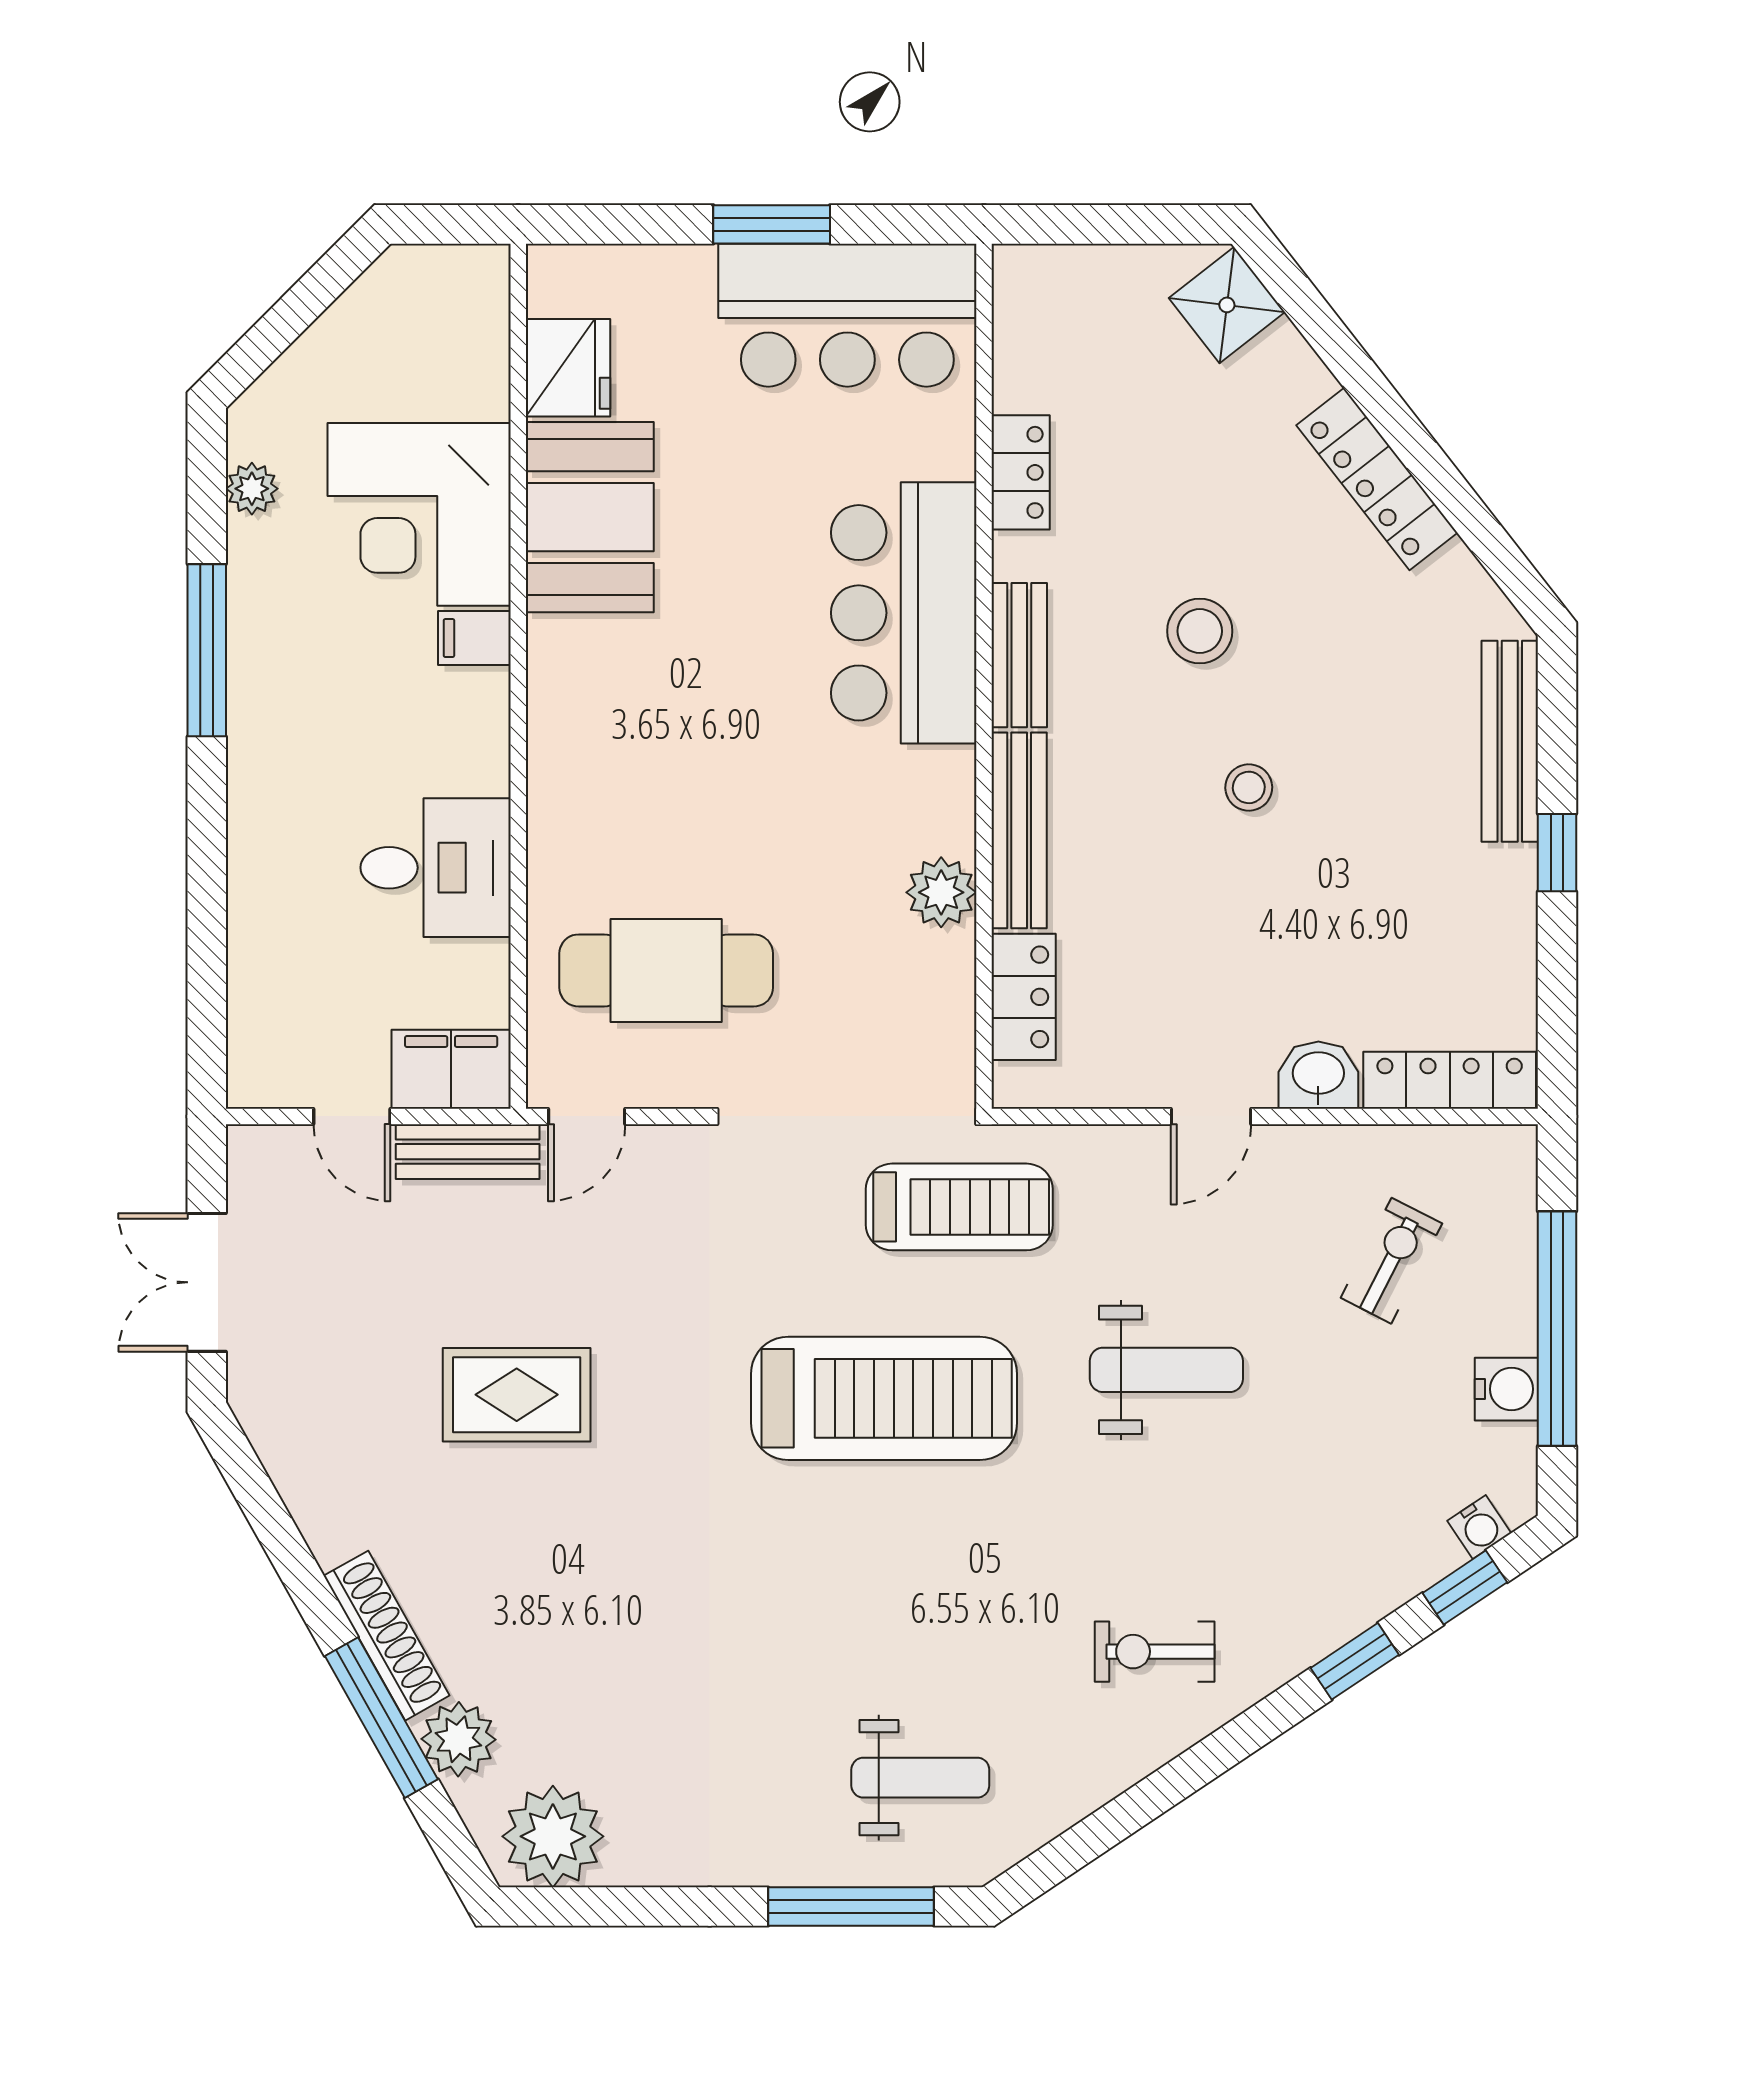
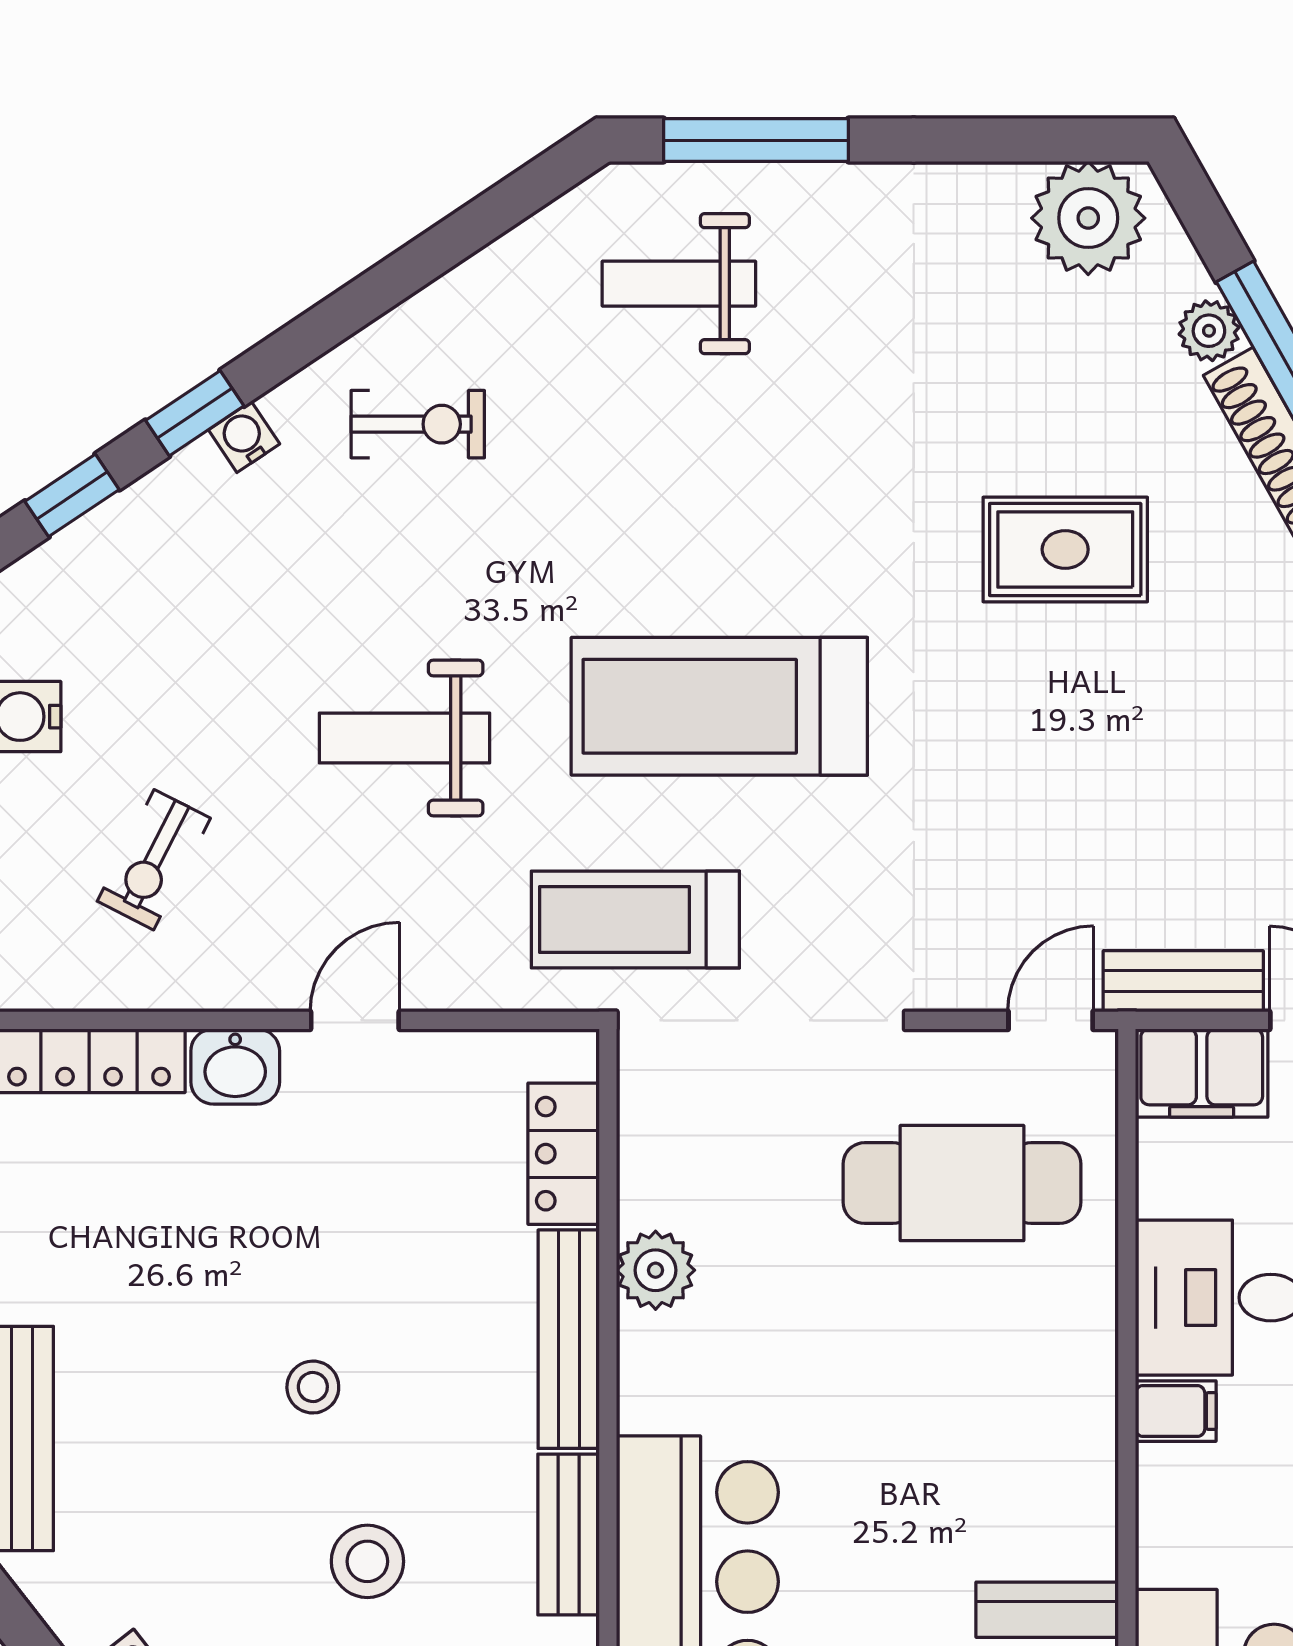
filing cabinet: (474, 638) -> (1176, 1411), moved
rug: (517, 1395) -> (1065, 549), moved
water cooler: (1479, 1527) -> (244, 437), moved
plant: (458, 1739) -> (1209, 331), width x0.73, depth x0.73

